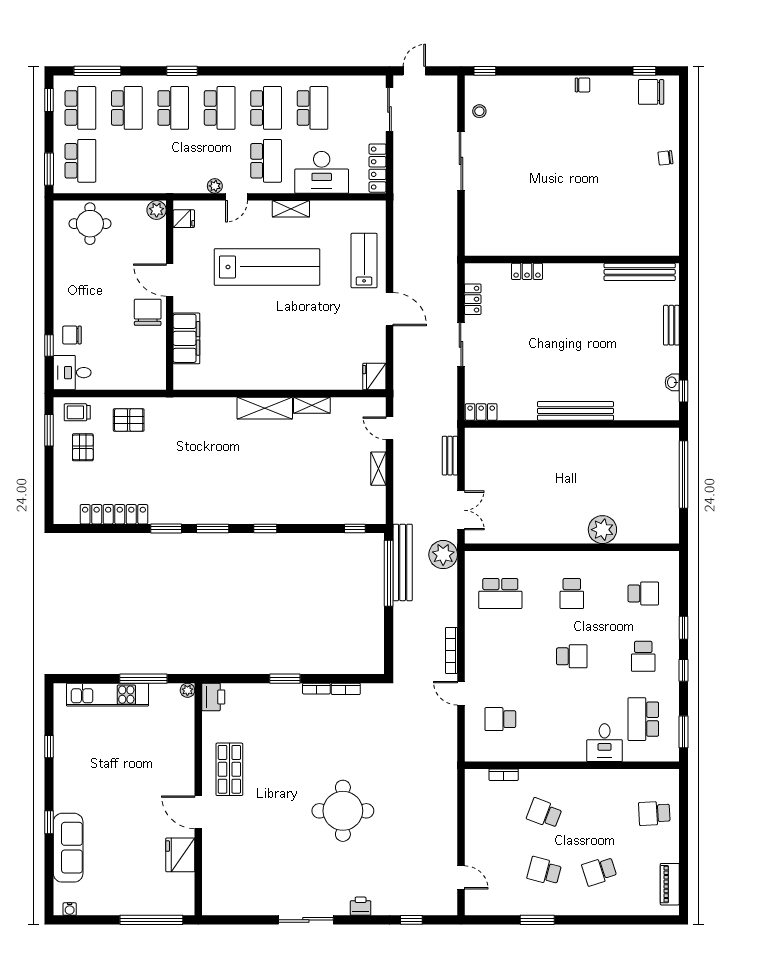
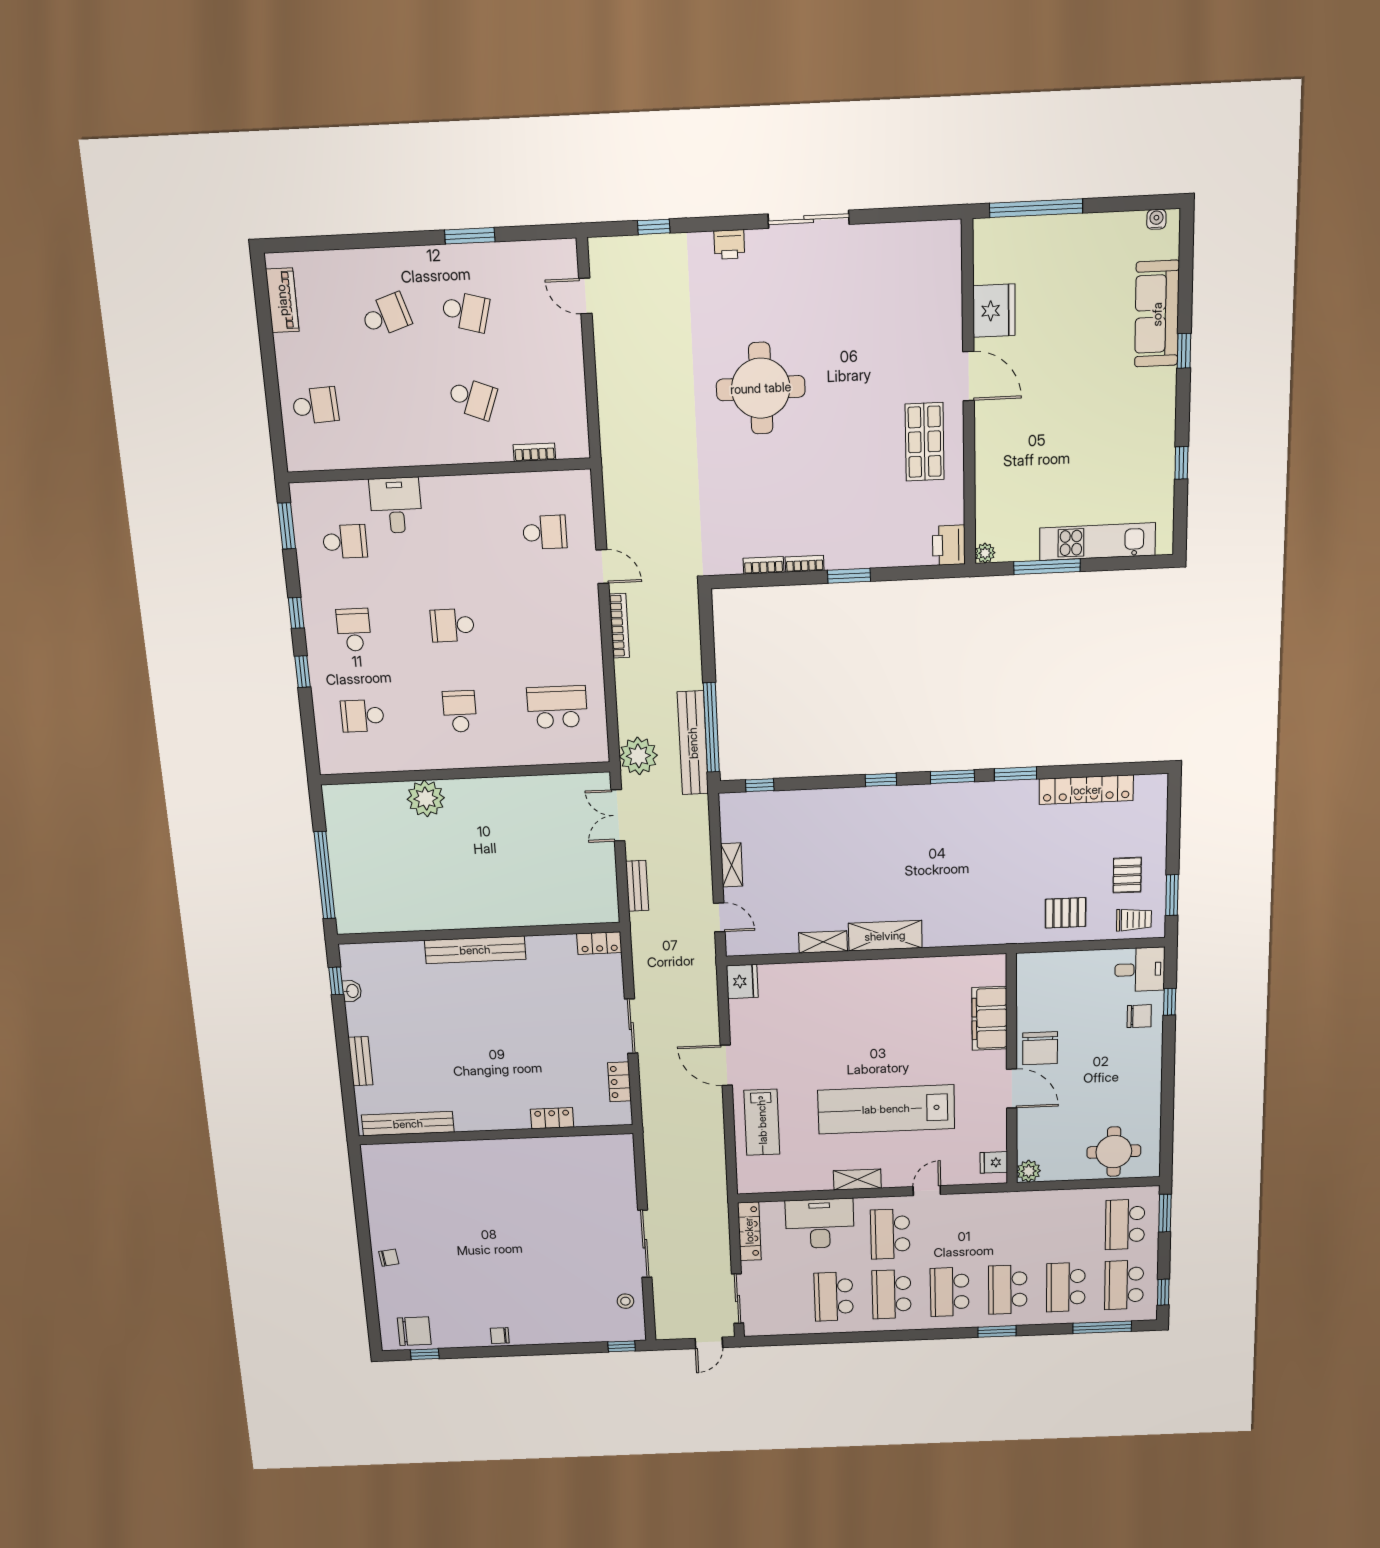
plant: (215, 186) -> (955, 1202), removed
school desk: (643, 719) -> (345, 542), width x0.54

